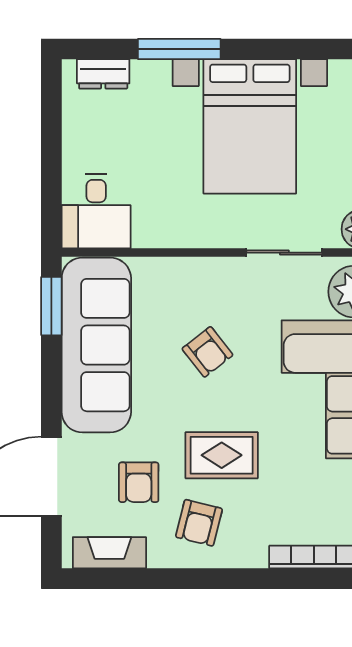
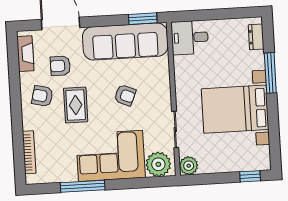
armchair: (207, 352) -> (125, 95), turned -119

